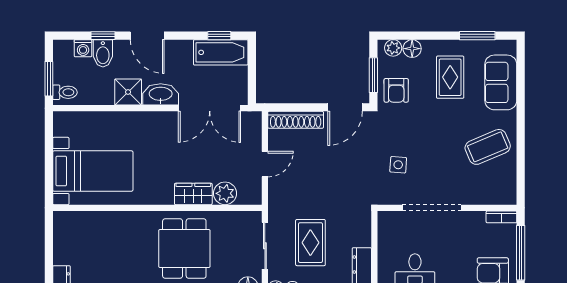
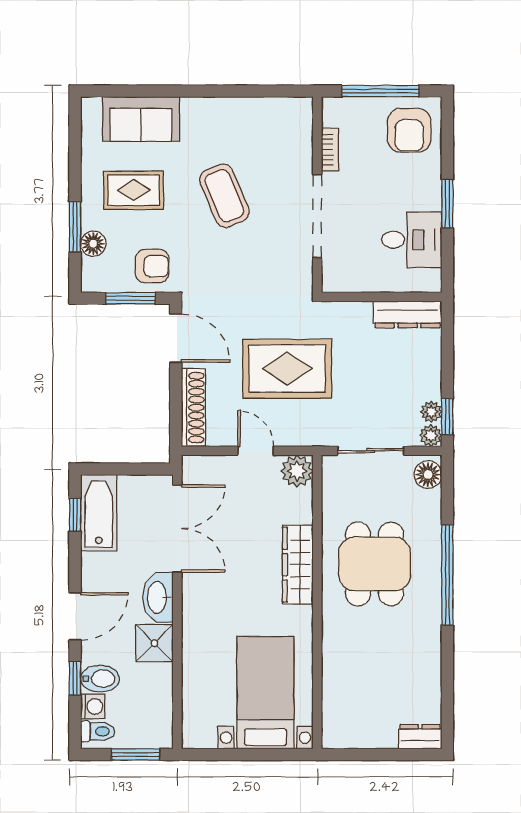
window: (477, 36) -> (75, 227), moved
plant: (393, 48) -> (92, 270), removed
toilet: (65, 92) -> (98, 731), moved, turned 90
coffee table: (488, 147) -> (224, 196), moved
side table: (398, 165) -> (257, 263), removed
plant: (225, 193) -> (297, 471), moved
wardrobe: (193, 194) -> (298, 565), width x1.50
bookcase: (501, 217) -> (330, 150), moved
rug: (310, 243) -> (287, 369), moved, width x1.36, depth x1.43
dining table: (184, 249) -> (375, 564), turned 90

